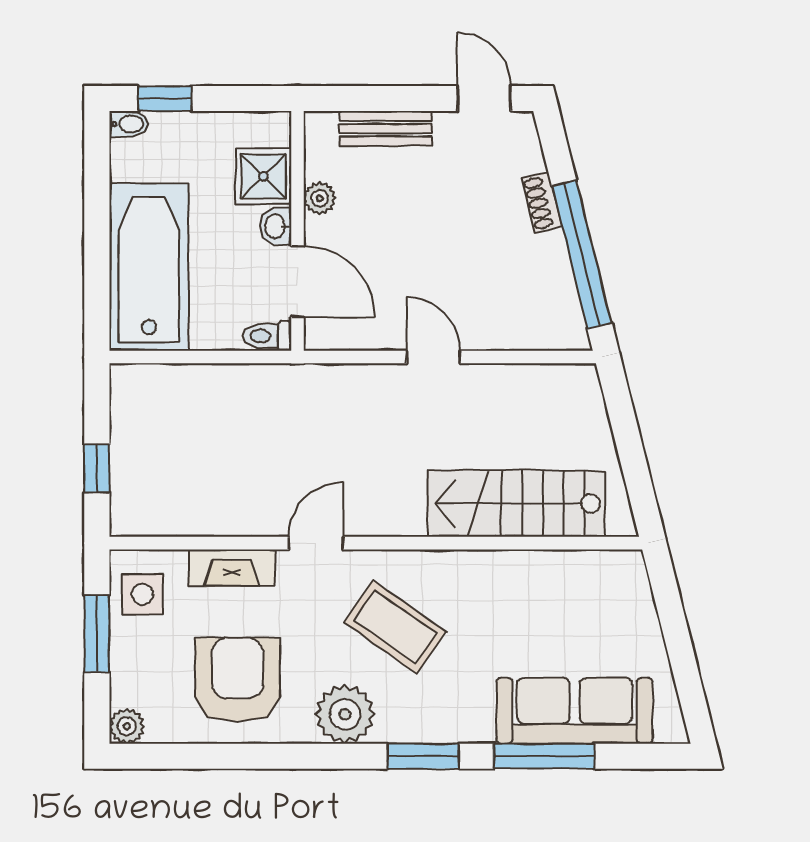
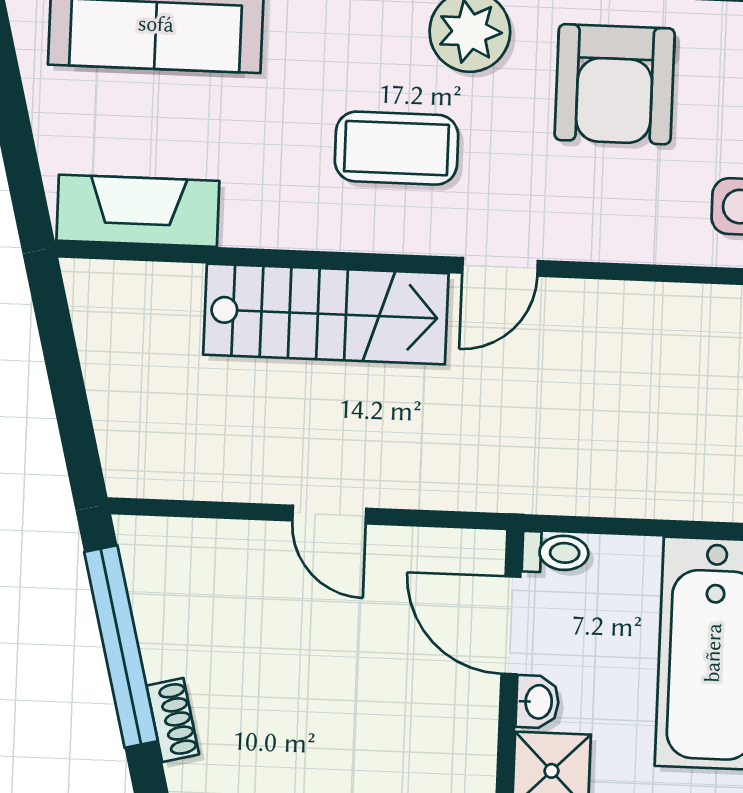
plant: (320, 198) -> (476, 738), removed
stairs: (516, 504) -> (326, 314), moved
fireplace: (232, 568) -> (138, 211), moved, width x1.37, depth x1.32
coffee table: (395, 627) -> (396, 148), turned -35

